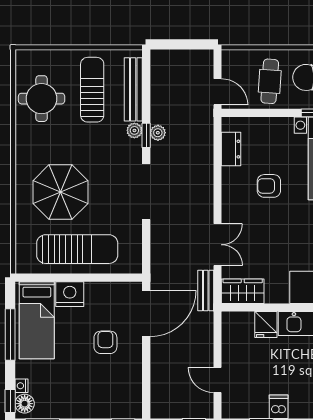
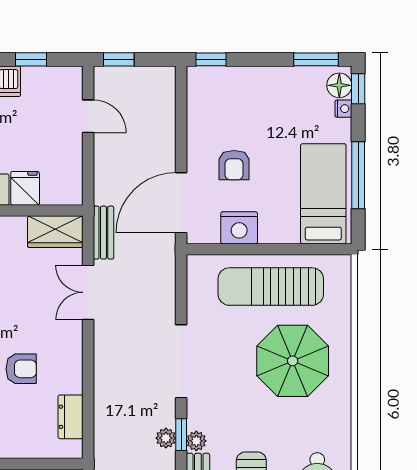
nightstand: (70, 294) -> (239, 228), moved

